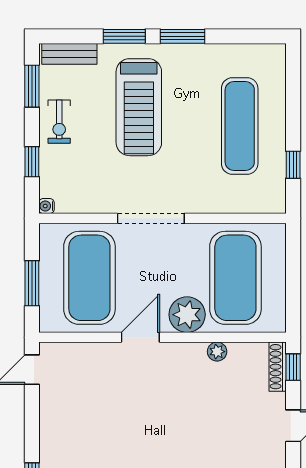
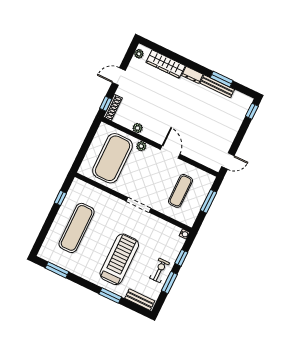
window: (183, 36) -> (57, 270), moved
window: (32, 86) -> (169, 282), moved
doorway: (151, 218) -> (139, 205), width x0.73
exercise mat: (89, 278) -> (180, 191), width x0.50, depth x0.69
plant: (187, 315) -> (141, 146), width x0.53, depth x0.53
door: (140, 337) -> (170, 152), swing flipped

